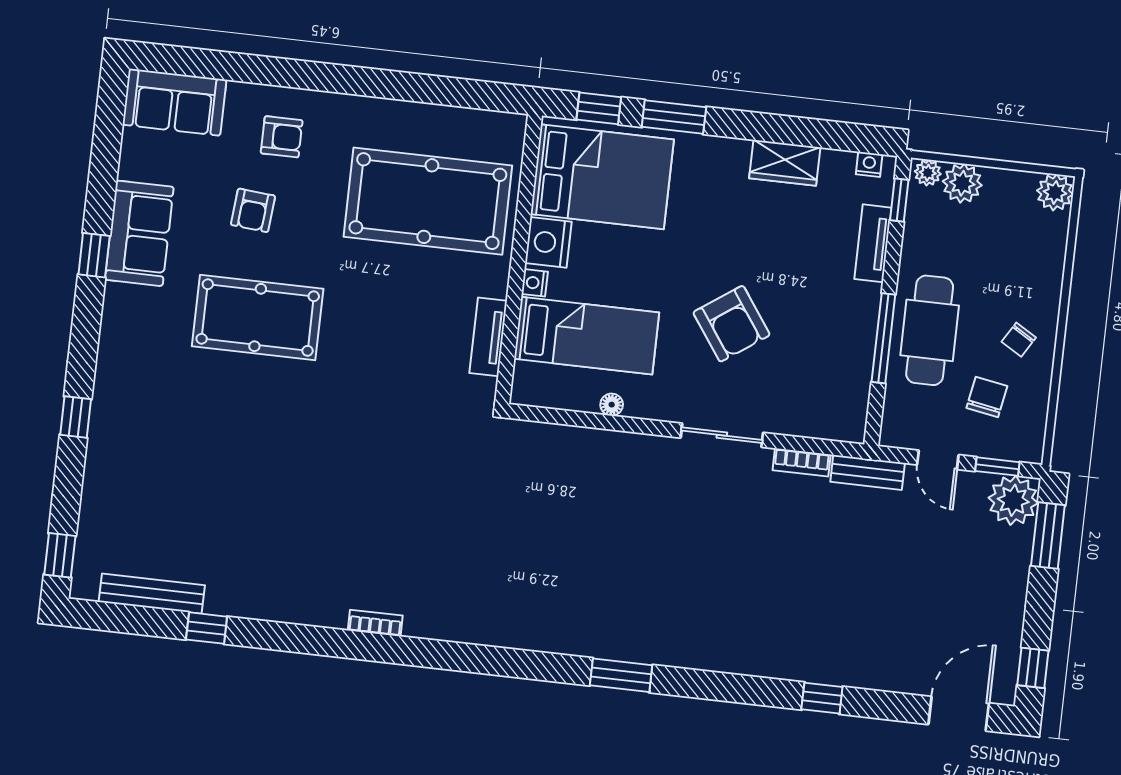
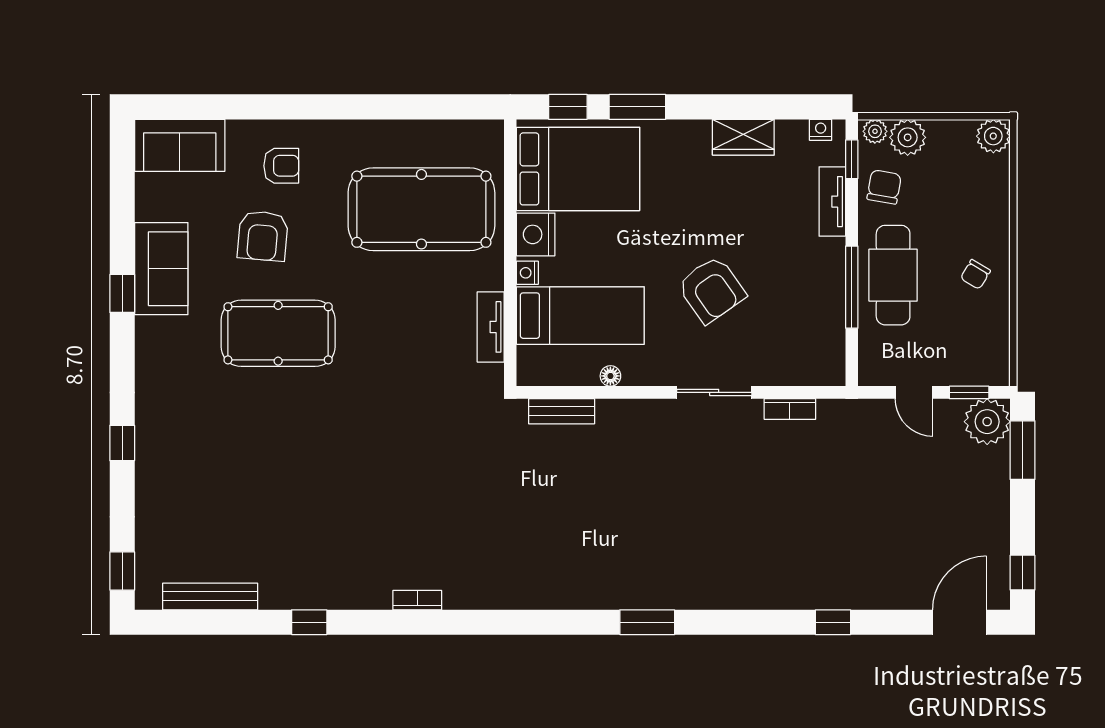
armchair: (253, 210) -> (263, 236), width x1.38, depth x1.38
chair: (987, 397) -> (884, 187), moved
bench: (868, 472) -> (562, 411), moved
window: (207, 628) -> (309, 622), moved

